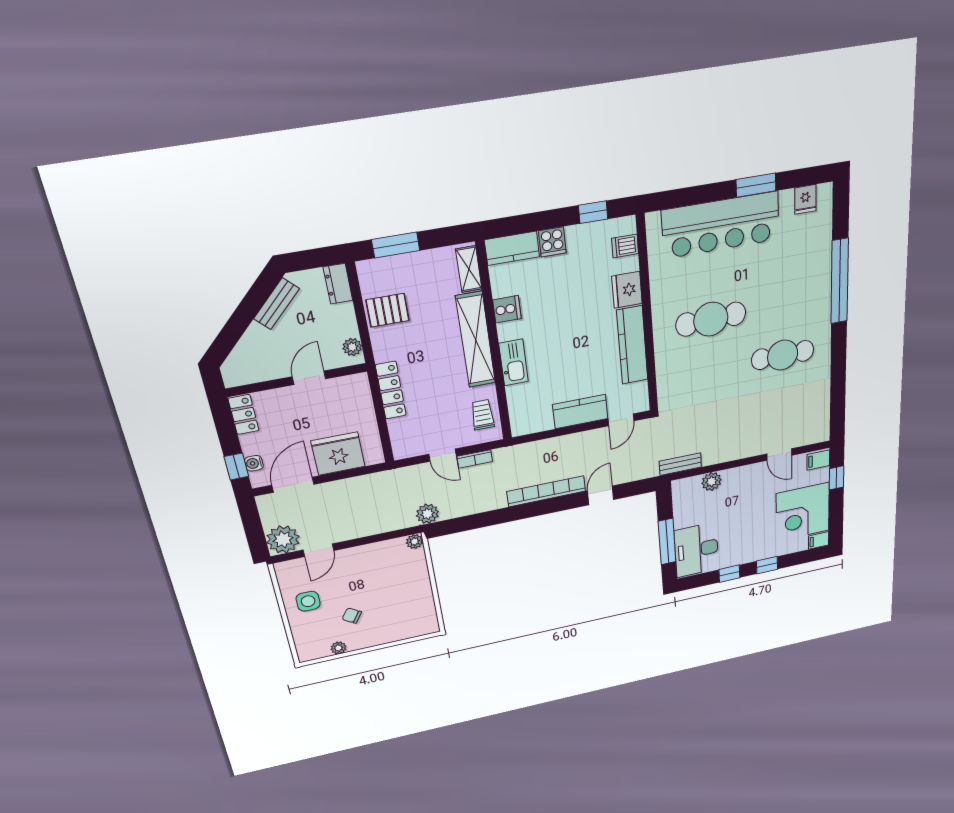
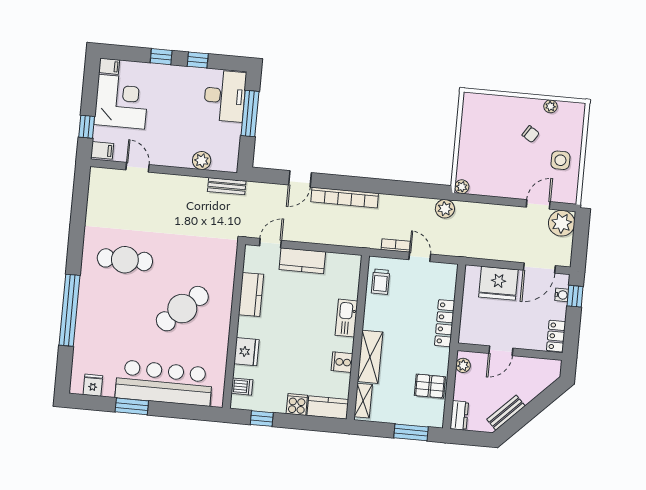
cafe table: (711, 319) -> (182, 309), turned -41
shelving: (476, 340) -> (370, 357), width x0.68
kitchen counter: (632, 345) -> (251, 294), width x0.67

